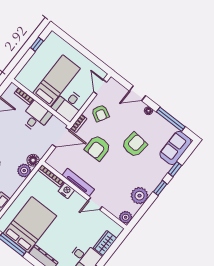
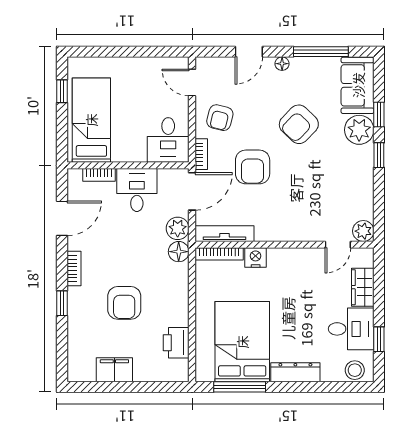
bed: (56, 81) -> (91, 120), moved
armchair: (100, 113) -> (220, 118), turned 75
armchair: (134, 145) -> (299, 124), turned -142
plant: (24, 171) -> (178, 228), moved
tv unit: (78, 182) -> (224, 234), moved
plant: (139, 196) -> (359, 130), moved
door: (95, 204) -> (338, 245), moved

